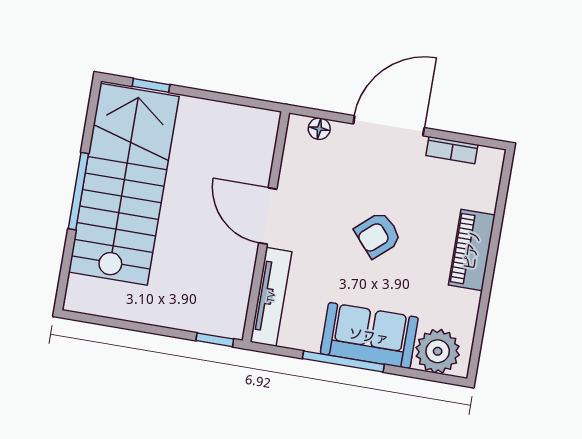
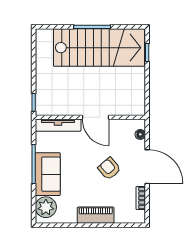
door: (268, 216) -> (96, 117), swing flipped
armchair: (378, 235) -> (109, 169), moved

